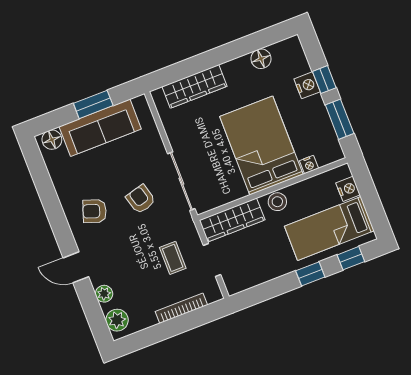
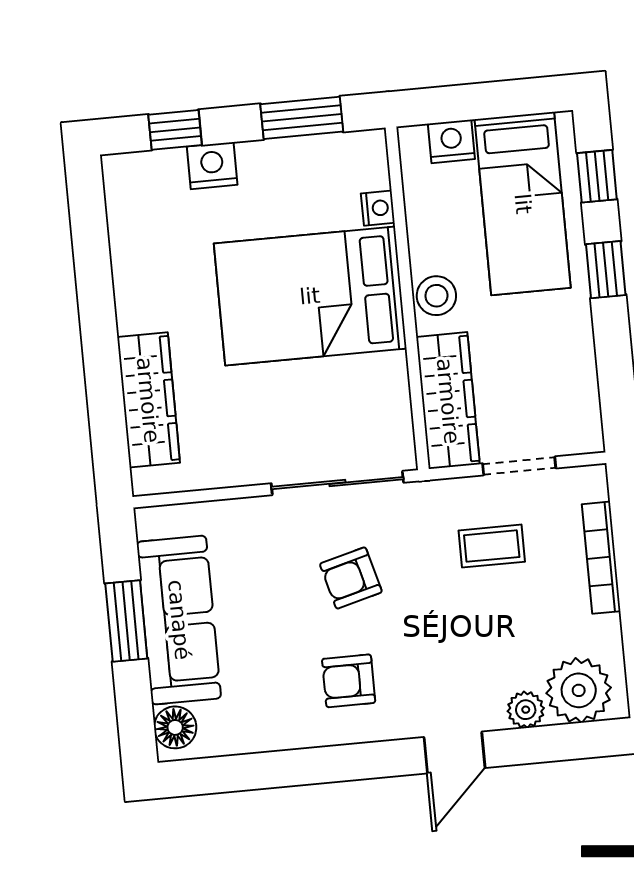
floor lamp: (261, 59) -> (130, 246), removed
window: (324, 80) -> (175, 130), moved
armchair: (95, 211) -> (349, 681), turned 71
plant: (117, 320) -> (579, 690), width x1.36, depth x1.36

